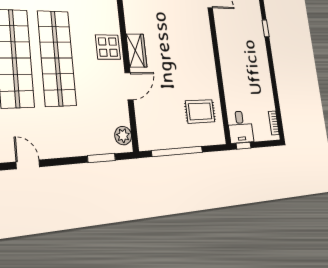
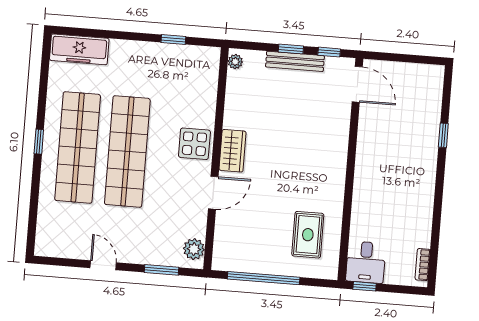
rug: (200, 111) -> (308, 235), turned 90
door: (28, 164) -> (103, 265), moved

